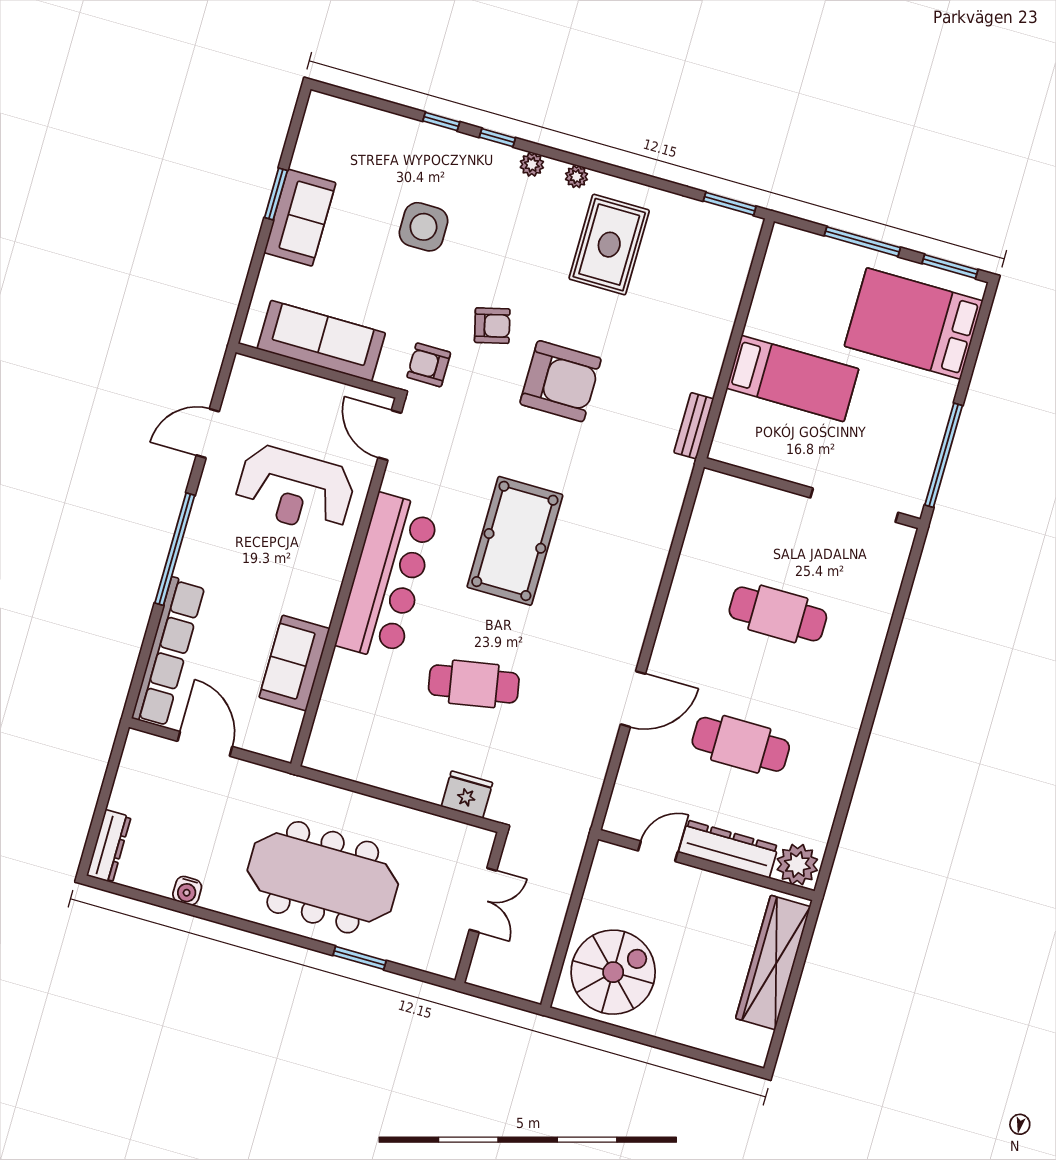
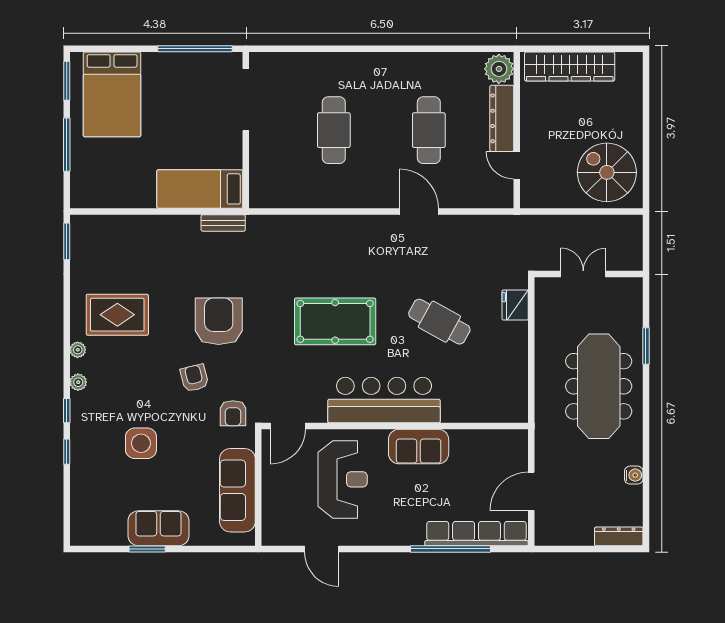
bed: (793, 378) -> (200, 189), moved, turned -90
window: (175, 549) -> (451, 549), moved
sofa: (294, 663) -> (419, 447), moved
cafe table: (474, 684) -> (439, 322), turned -51

